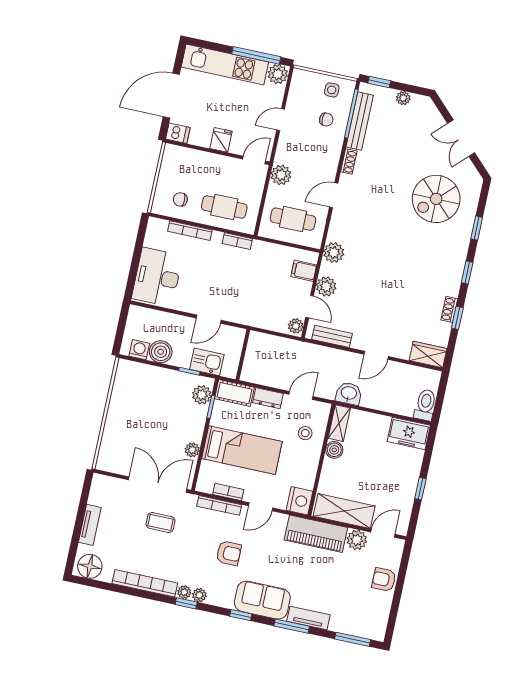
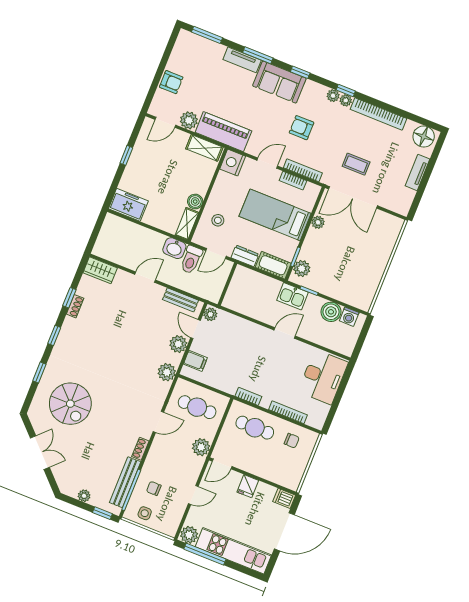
spiral stairs: (436, 199) -> (70, 404), turned 90
wall: (243, 355) -> (227, 284), moved
toilet: (425, 405) -> (191, 260), moved
shelving: (344, 511) -> (204, 148), width x0.67, depth x0.75

